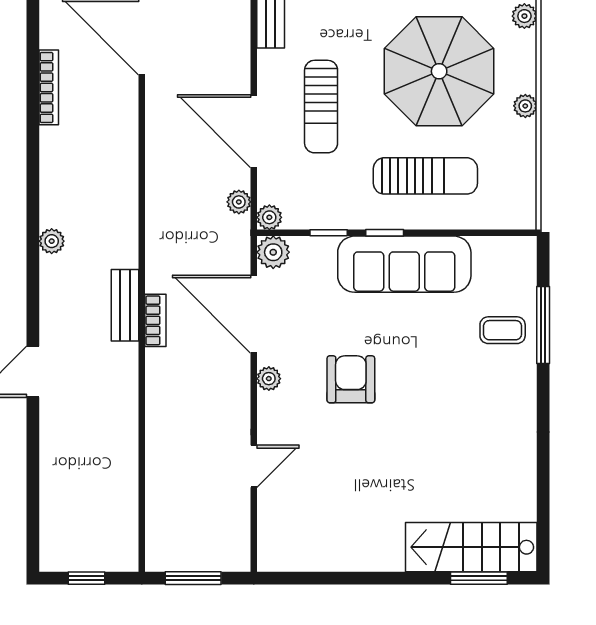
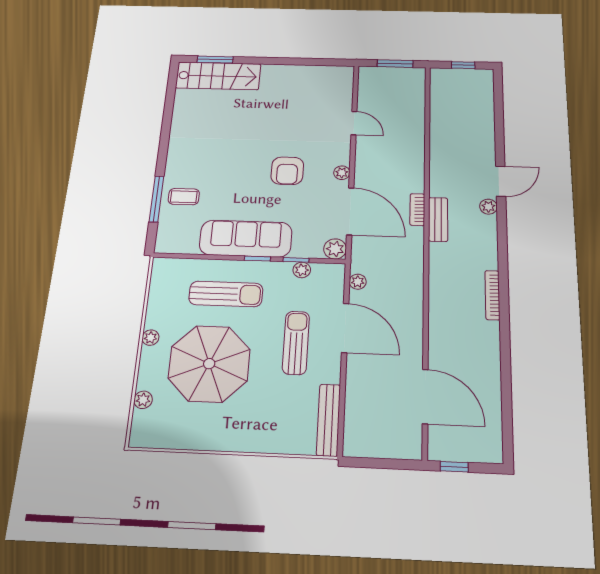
bookcase: (49, 87) -> (492, 295), moved
sun lounger: (425, 176) -> (226, 294), turned 180
plant: (269, 217) -> (302, 270), moved
plant: (52, 241) -> (488, 207), moved
door: (254, 466) -> (354, 123), swing flipped

